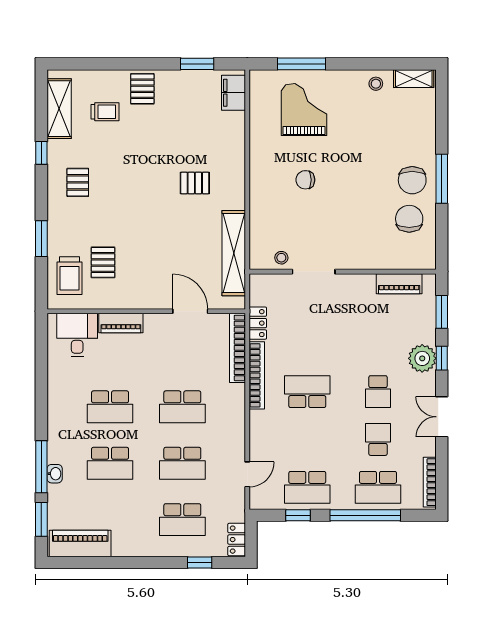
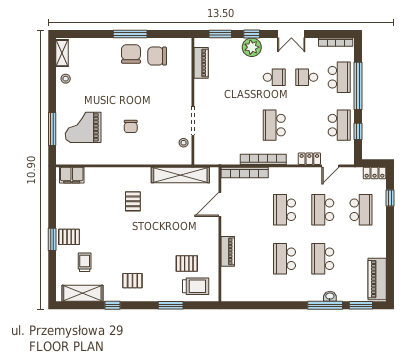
window: (197, 64) -> (52, 239), moved
chair: (412, 180) -> (131, 54), turned -90
locker: (258, 323) -> (309, 159), moved
desk: (77, 335) -> (236, 281), removed
school desk: (110, 407) -> (285, 259), turned 180
school desk: (182, 407) -> (285, 210), turned 180
school desk: (110, 463) -> (323, 259), turned 180
school desk: (182, 463) -> (323, 210), turned 180
door: (247, 474) -> (330, 166), swing flipped

